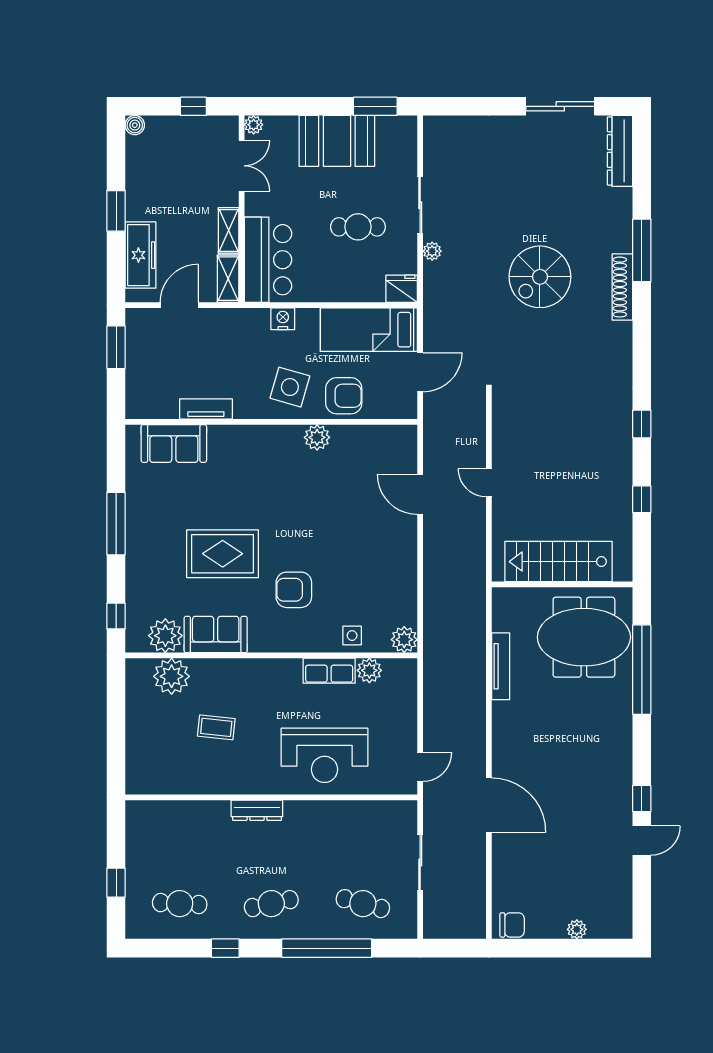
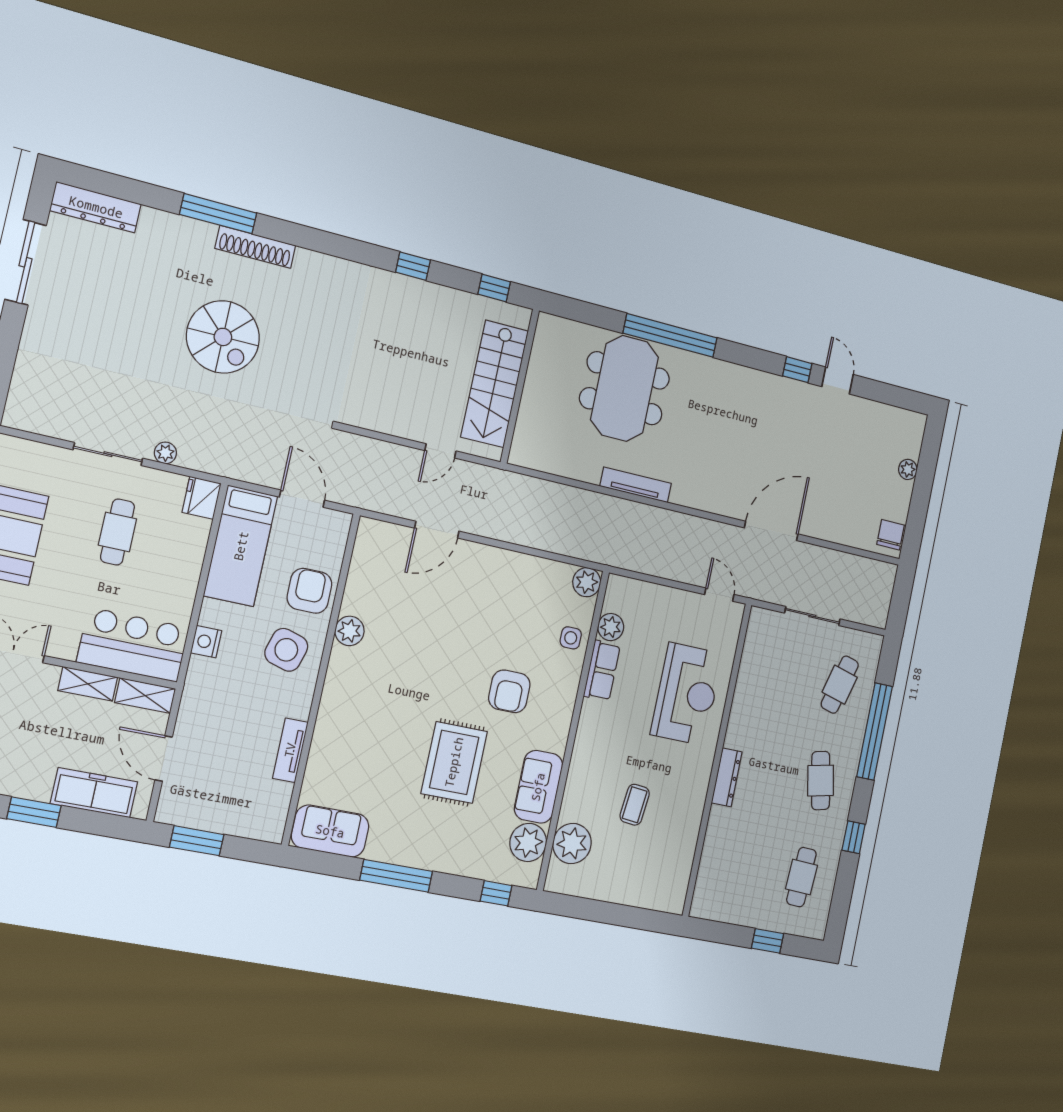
sofa: (174, 444) -> (330, 831), moved, turned -90
stairs: (559, 562) -> (495, 384), moved
wall: (562, 584) -> (520, 386), moved

